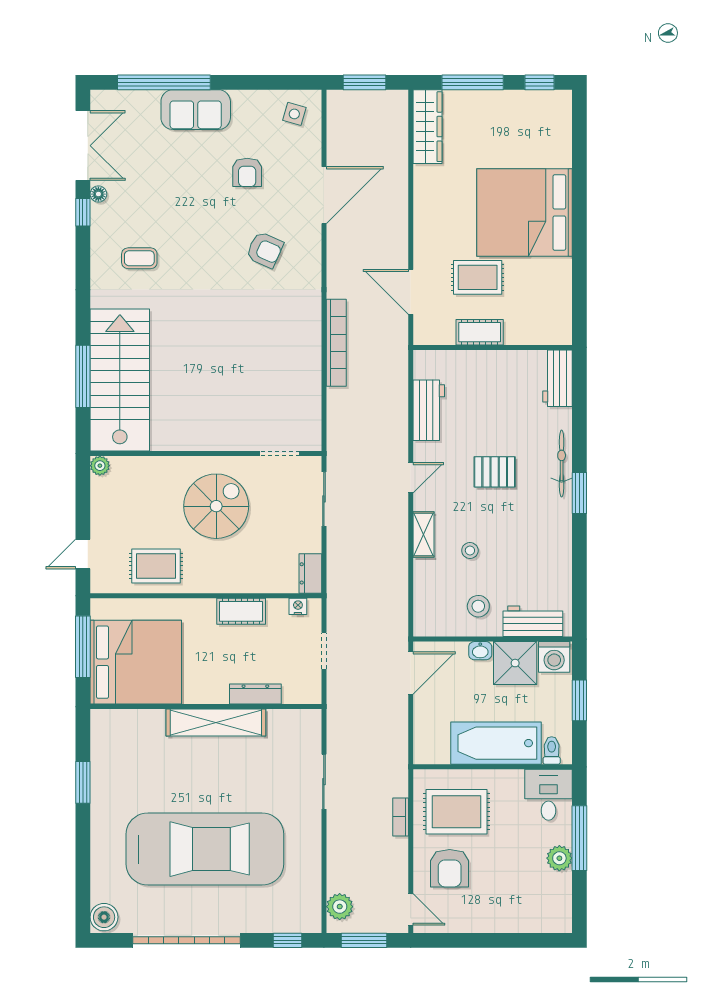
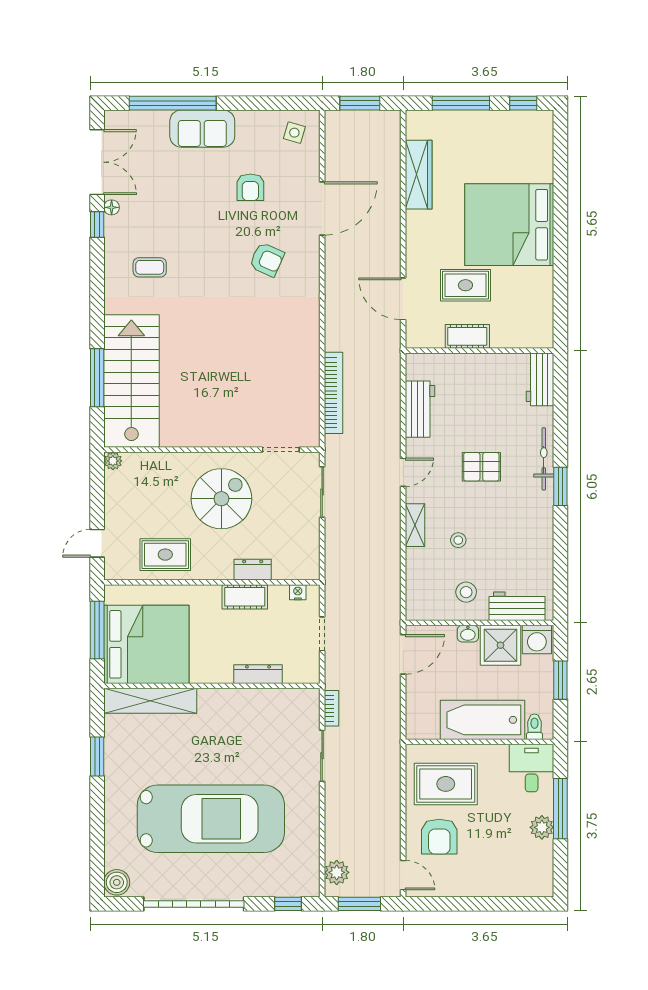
wardrobe: (427, 127) -> (419, 175), moved
bookcase: (336, 343) -> (334, 393), moved
dresser: (310, 573) -> (253, 570), moved, turned 90
shelving: (216, 723) -> (150, 701), moved
bookcase: (401, 817) -> (331, 708), moved, turned 180

